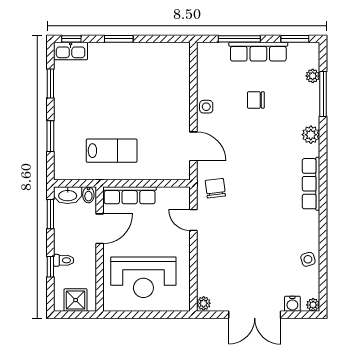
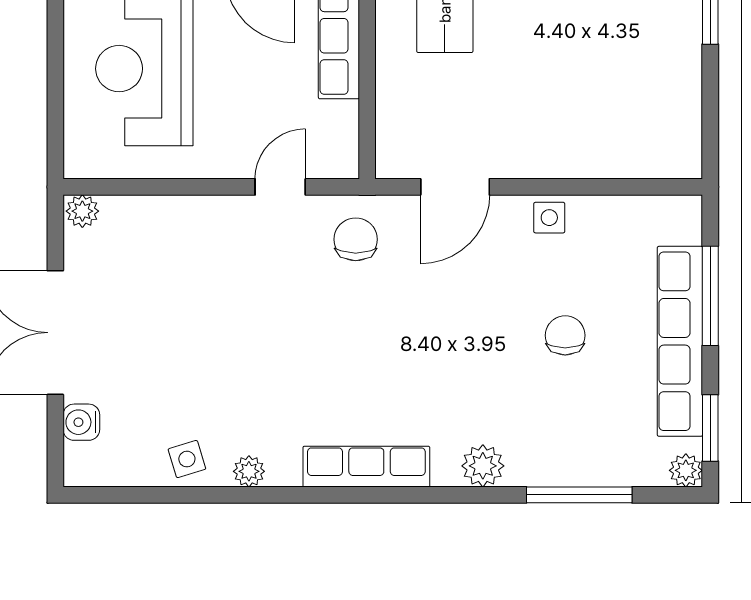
row of seats: (258, 52) -> (680, 341), width x1.36
plant: (313, 76) -> (686, 470), moved
chair: (215, 188) -> (356, 239), turned -83
plant: (313, 305) -> (249, 471), moved

